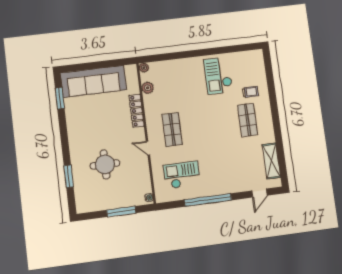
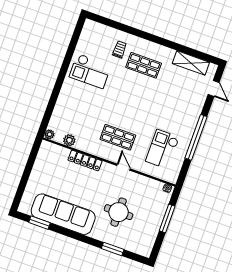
sofa: (94, 81) -> (63, 214), moved, turned -90
door: (148, 148) -> (123, 167), swing flipped

